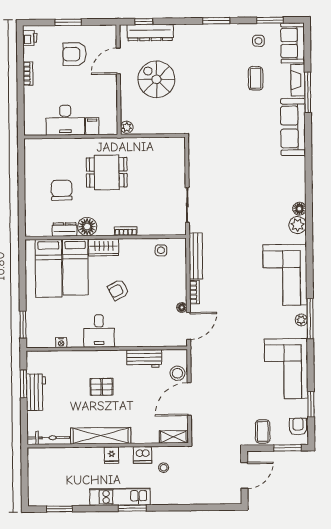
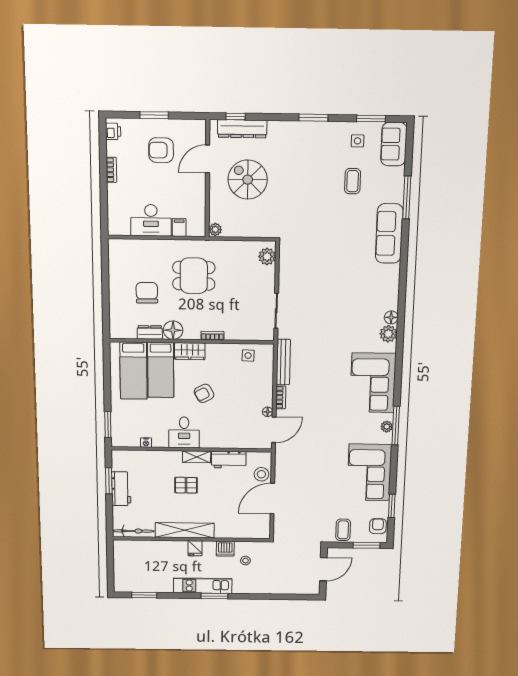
fireplace: (298, 80) -> (397, 184), removed
plant: (177, 152) -> (267, 256), added
shelving: (173, 437) -> (197, 457), moved

